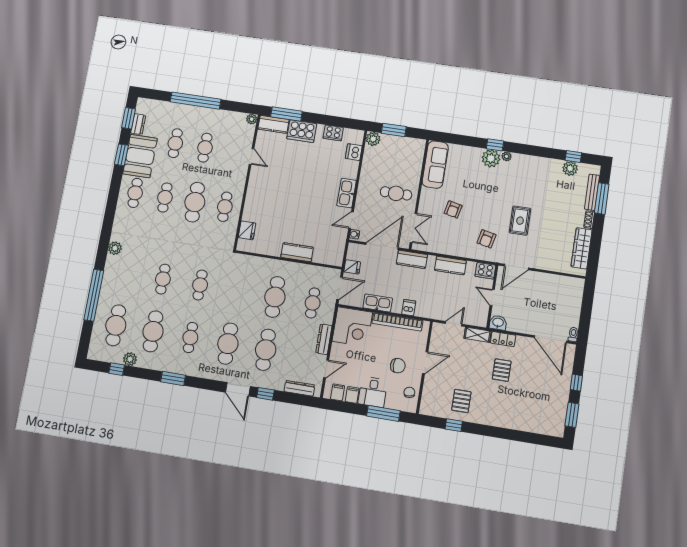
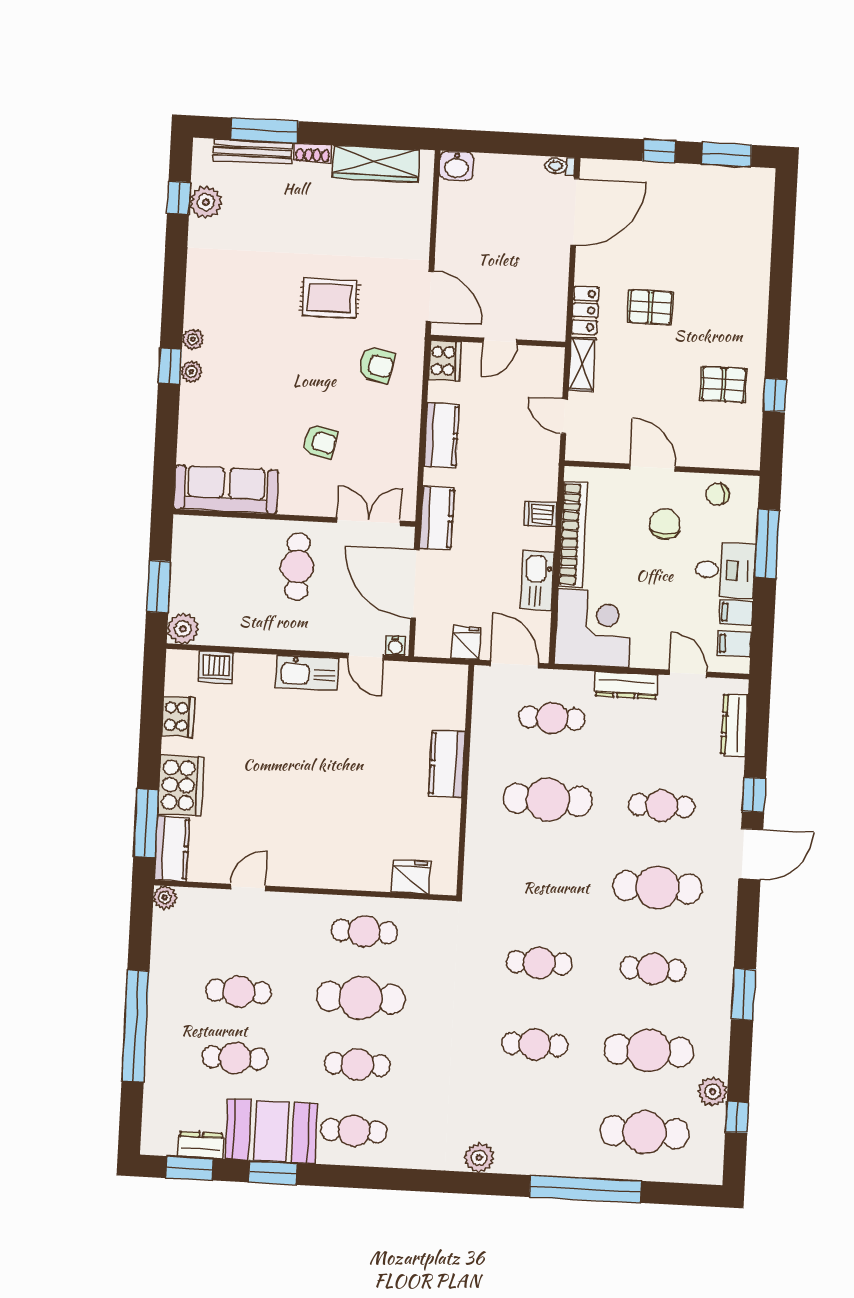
plant: (491, 158) -> (191, 372), width x0.53, depth x0.53
washbasin: (498, 323) -> (457, 166), moved, turned -90
cafe table: (266, 350) -> (662, 806), width x0.73, depth x0.74

